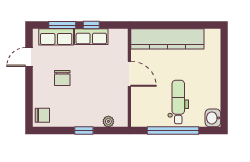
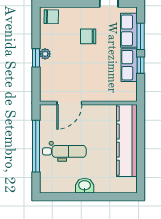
door: (129, 74) -> (69, 103), moved
chair: (42, 115) -> (51, 17), turned -89
washbasin: (213, 118) -> (85, 186), moved
plant: (108, 121) -> (45, 54), moved

